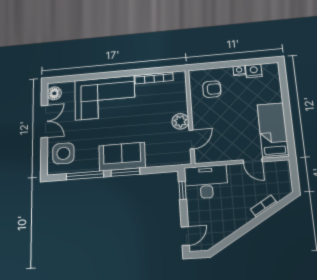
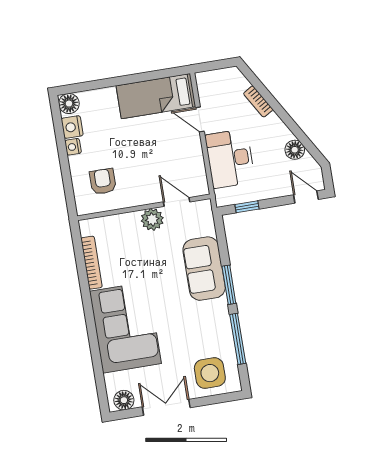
floor lamp: (271, 70) -> (69, 104), added
sofa: (122, 157) -> (204, 269), moved
door: (253, 161) -> (200, 119), swing flipped
desk: (206, 182) -> (230, 159), moved
floor lamp: (223, 231) -> (295, 150), added

